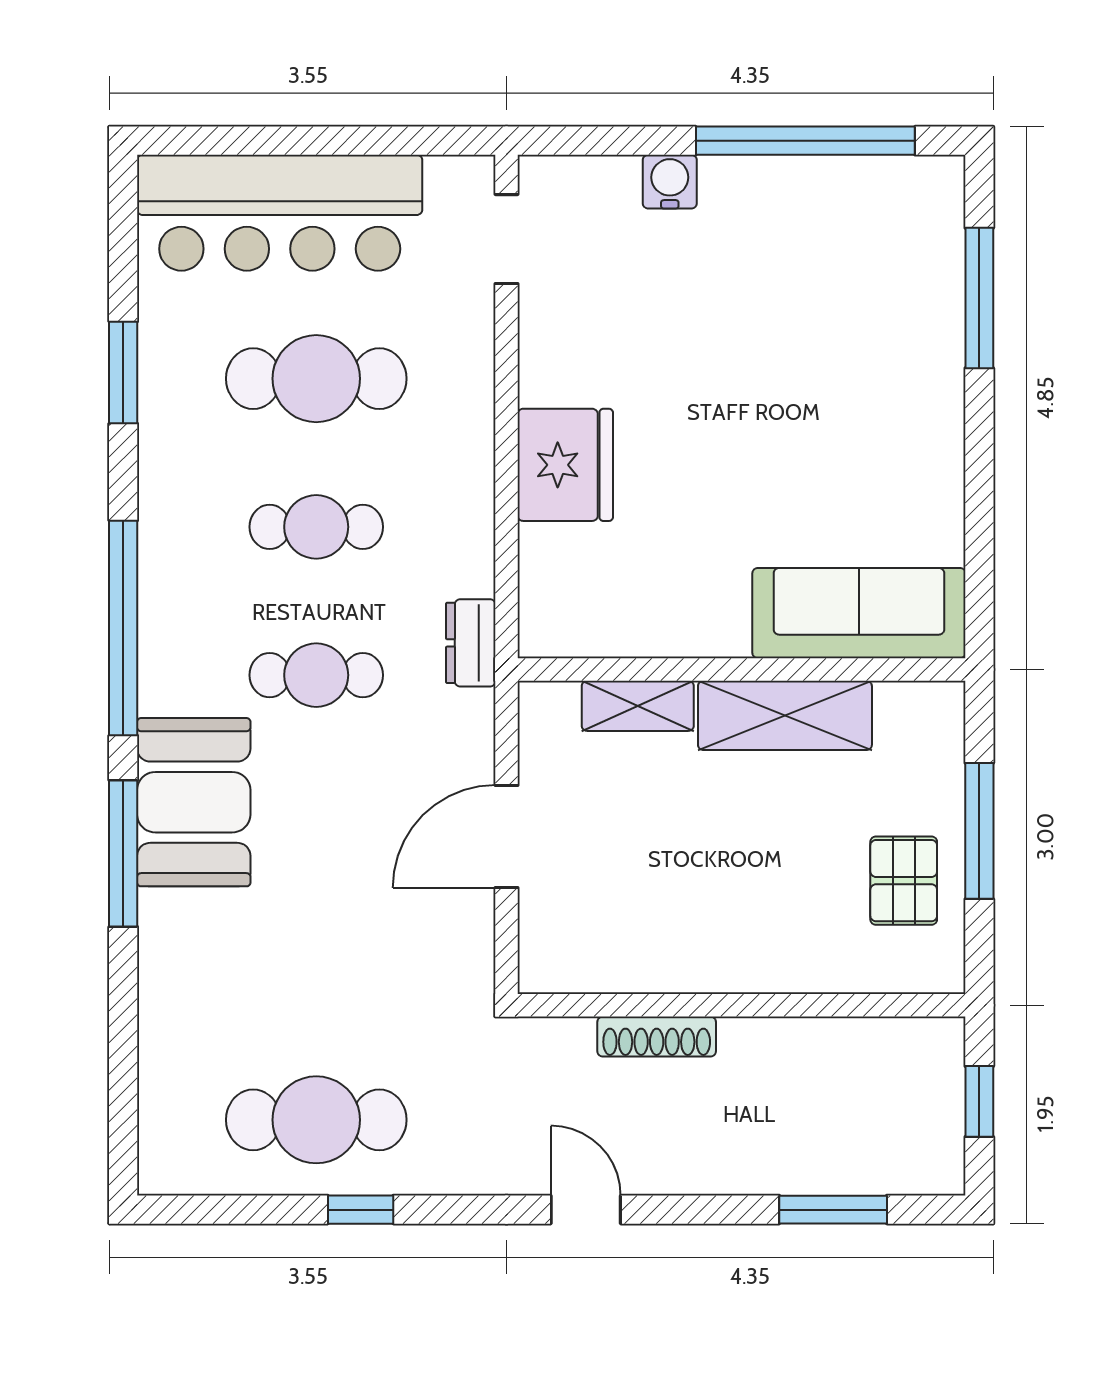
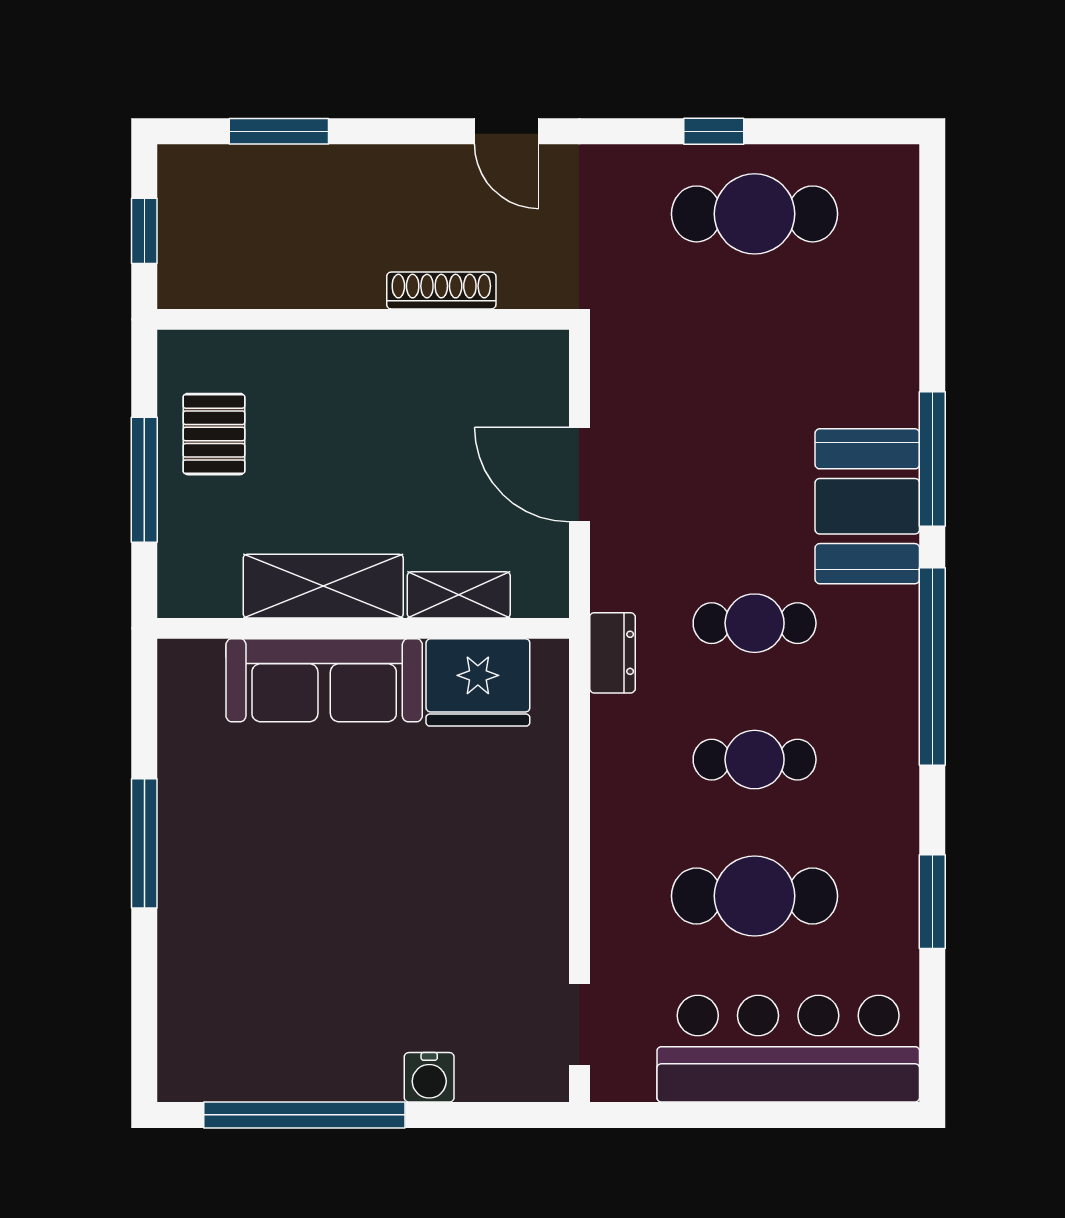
window: (979, 298) -> (144, 843), moved
fridge: (565, 465) -> (478, 682), moved, turned -90
sofa: (859, 613) -> (324, 680), moved
door: (507, 837) -> (579, 475), swing flipped

